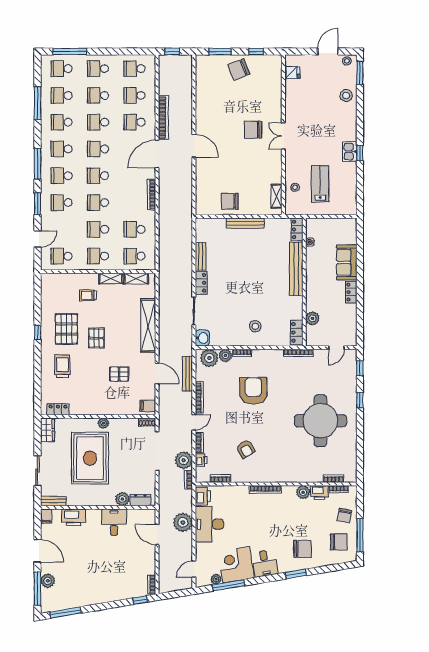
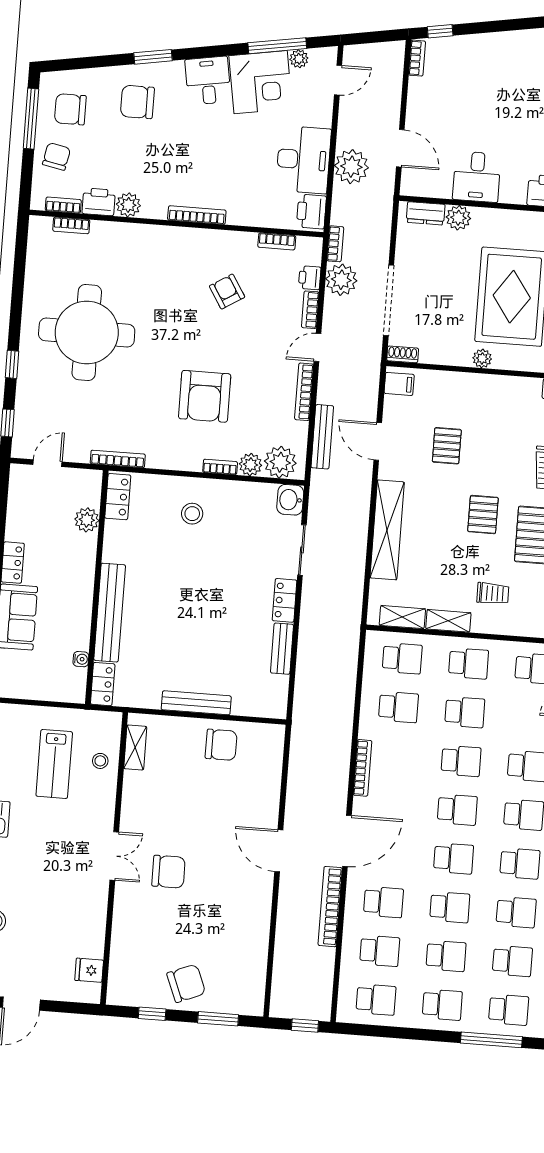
pallet: (119, 374) -> (447, 446), turned 90

